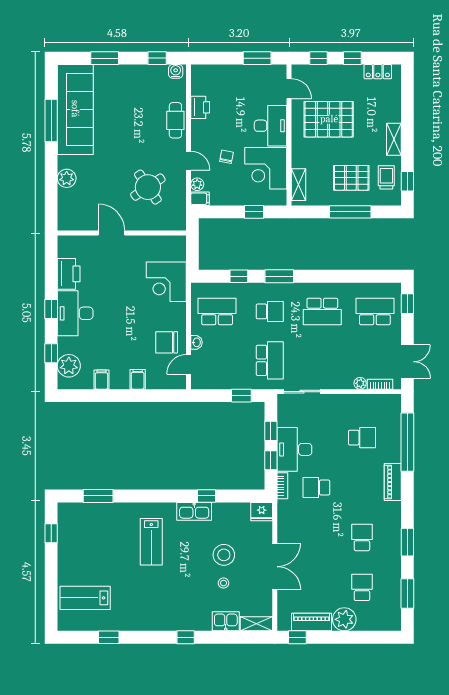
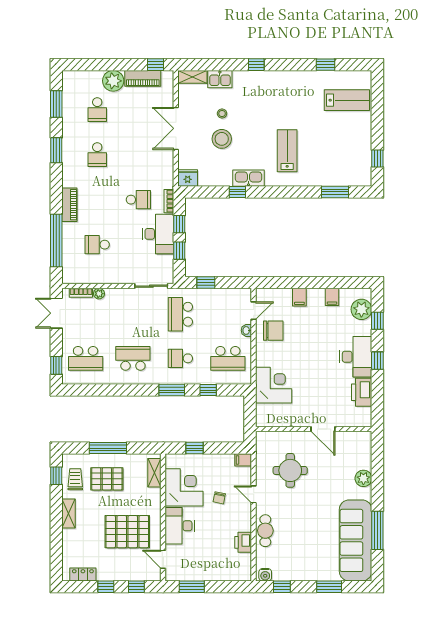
trolley: (386, 177) -> (75, 479), turned 180
plant: (197, 184) -> (246, 473), removed
round table: (148, 187) -> (290, 470), turned 34

